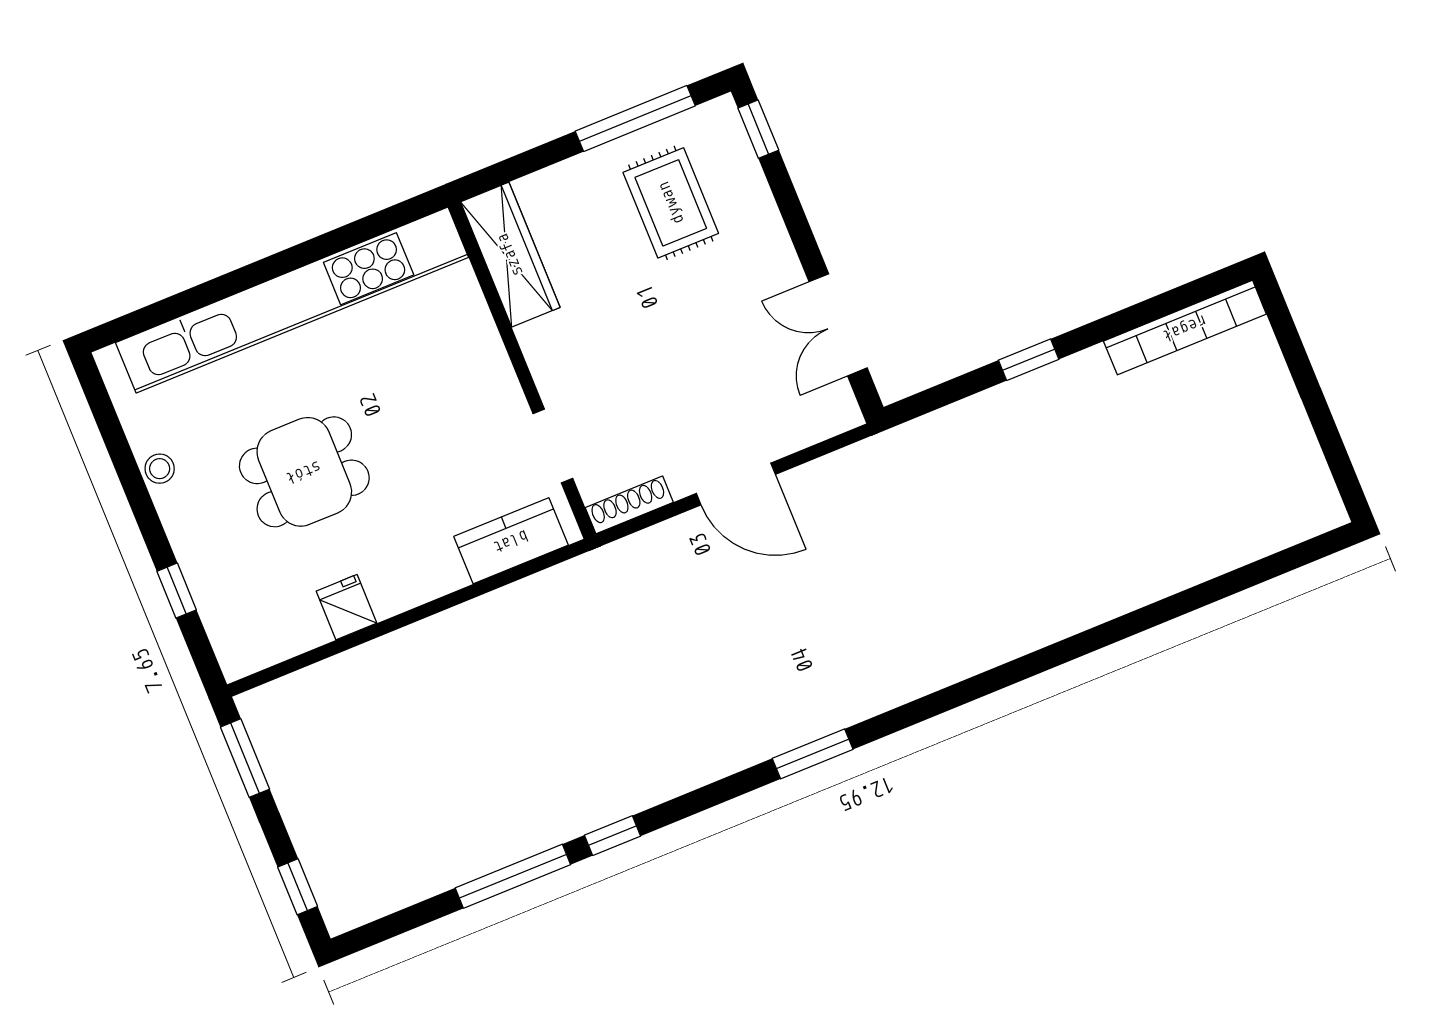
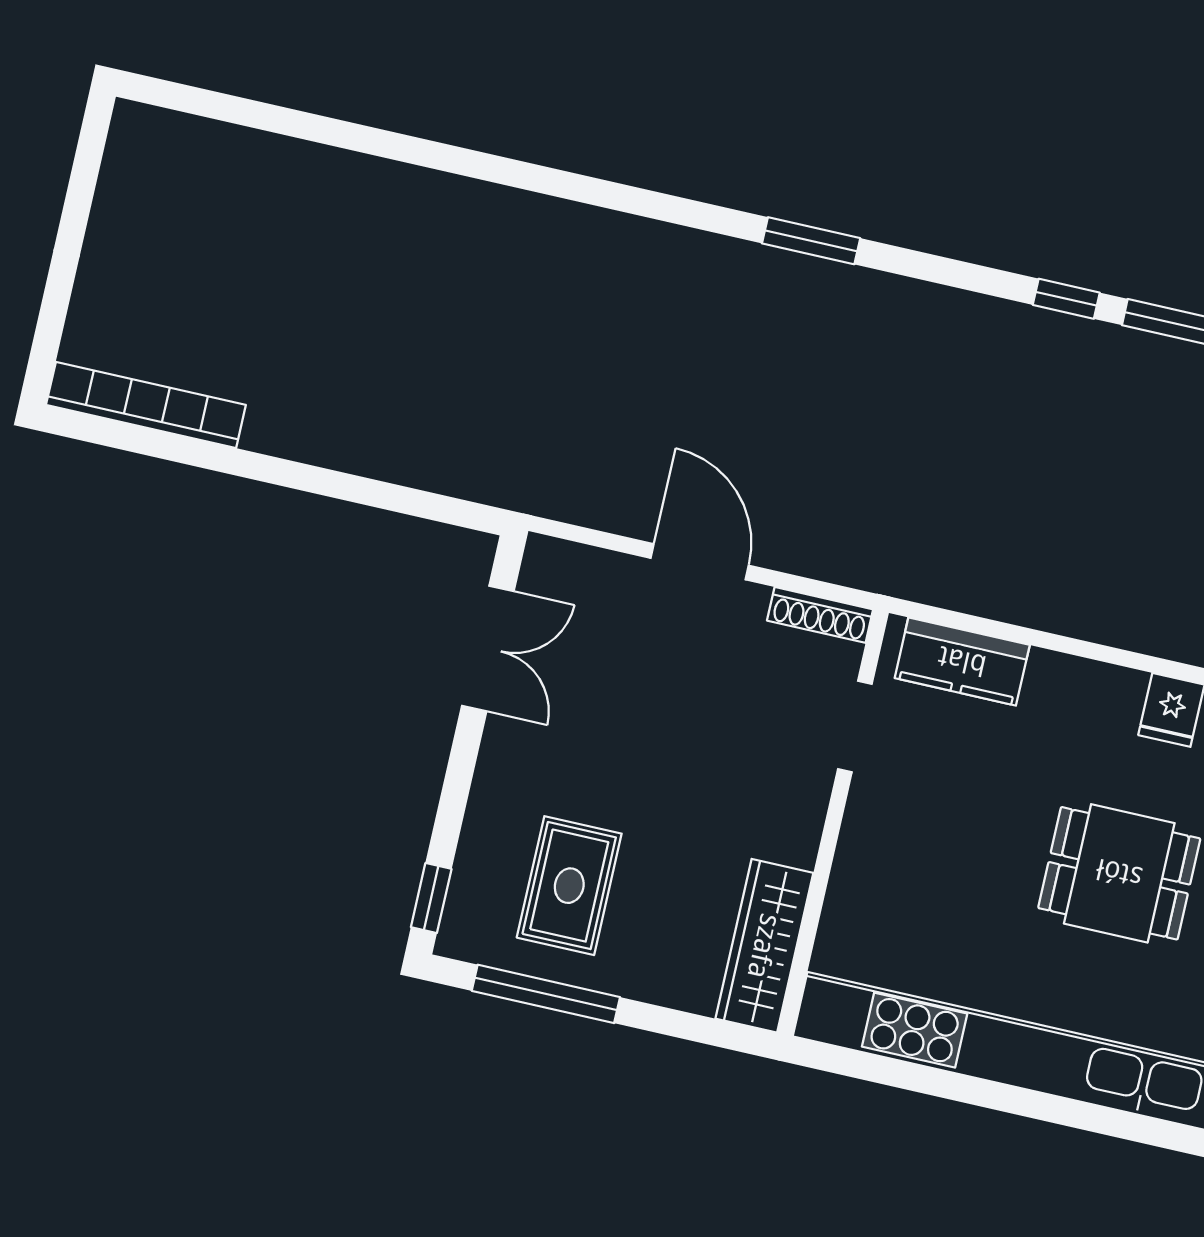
window: (1029, 360) -> (323, 482), removed

